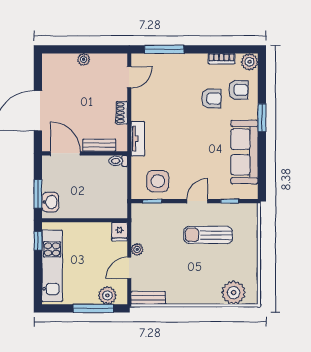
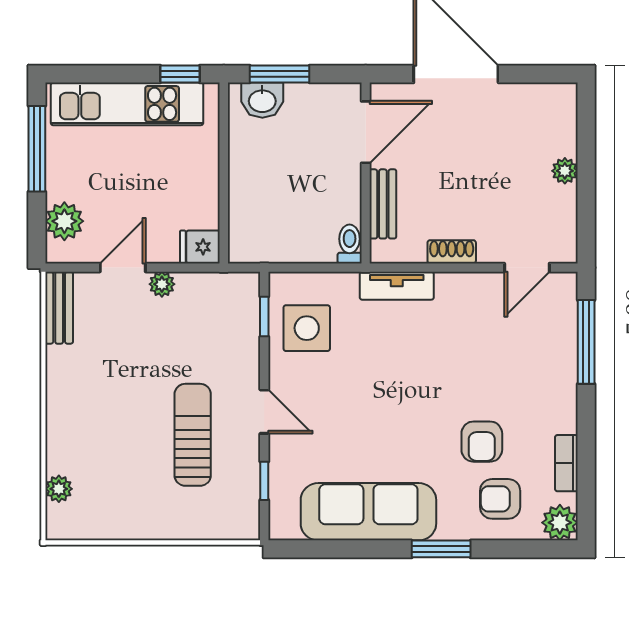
door: (129, 77) -> (527, 268), hinge flipped
armchair: (238, 90) -> (500, 499), turned 90
door: (129, 268) -> (123, 268), hinge flipped
plant: (234, 293) -> (59, 489), width x0.53, depth x0.53
window: (93, 308) -> (37, 149), moved

